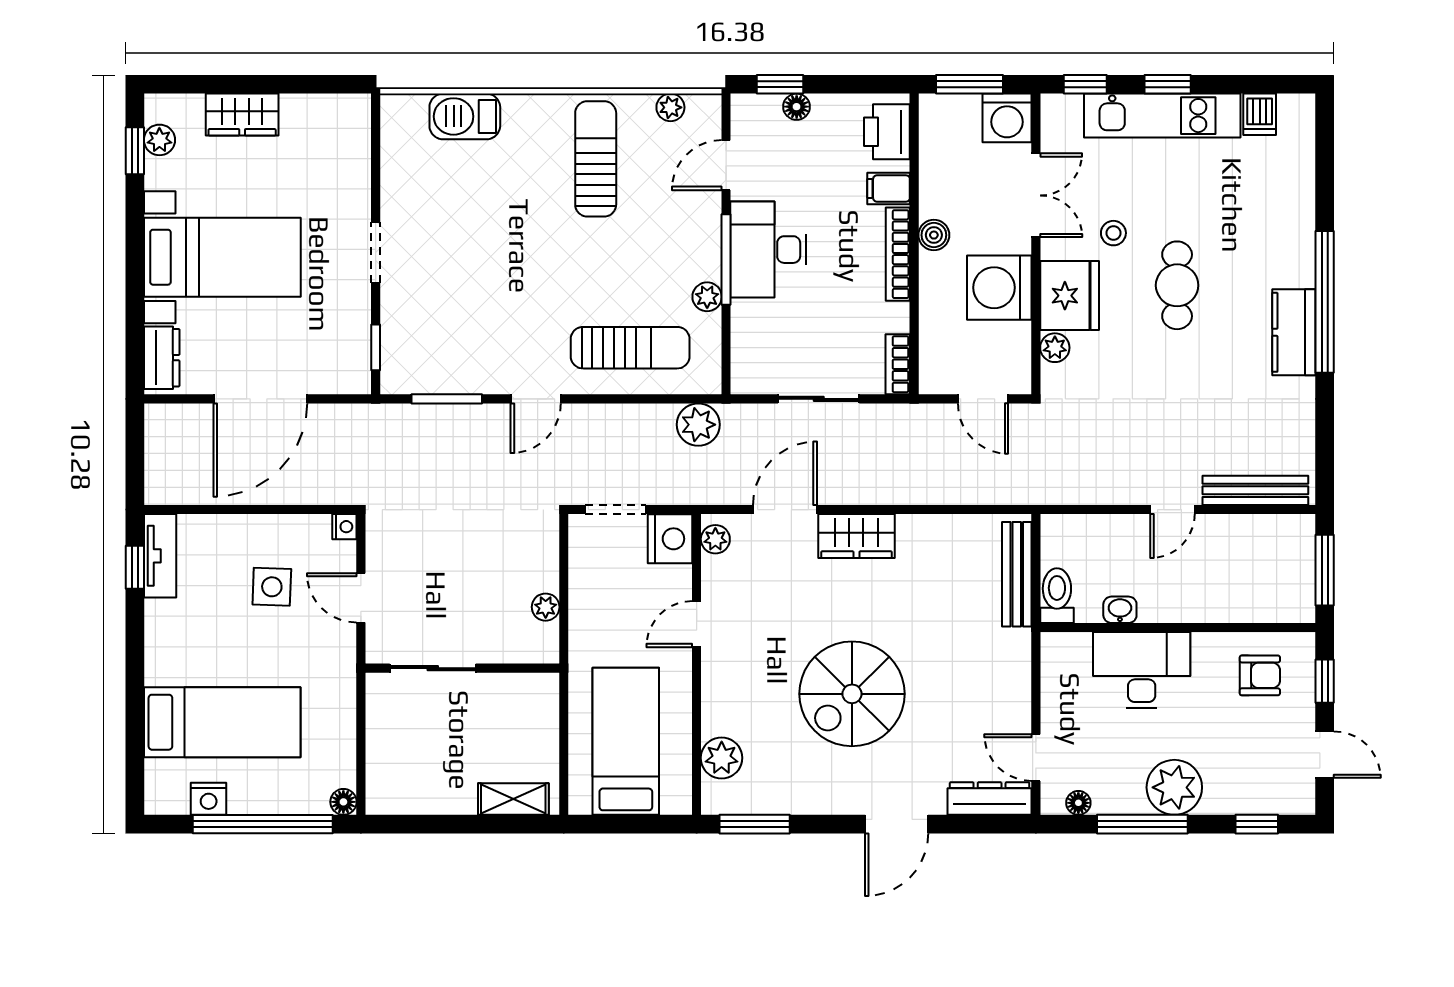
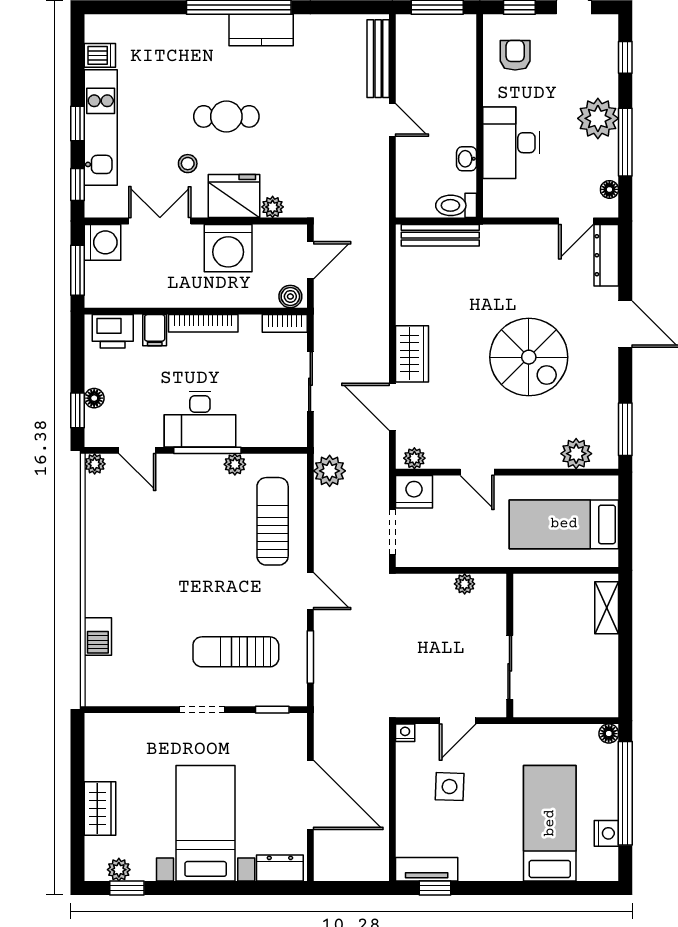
plant: (670, 107) -> (95, 464), moved
barbecue: (465, 116) -> (98, 637), width x0.73, depth x0.79
sun lounger: (596, 159) -> (236, 652), moved
boiler: (934, 235) -> (290, 296), moved

